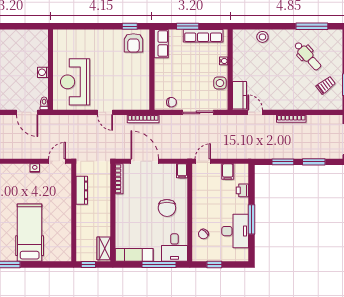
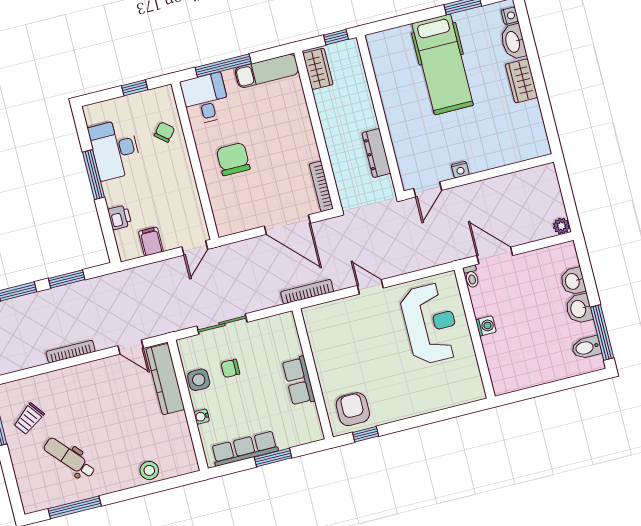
row of seats: (161, 44) -> (299, 381), moved
kitchen counter: (240, 95) -> (165, 379), width x1.50
chair: (171, 102) -> (230, 368), moved
filing cabinet: (182, 171) -> (224, 224), removed

